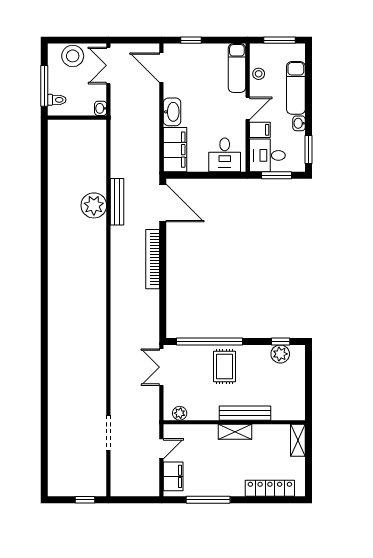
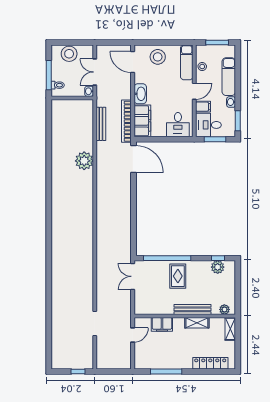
window: (191, 40) -> (154, 42), removed
stool: (196, 60) -> (158, 57), added
double door: (108, 65) -> (95, 72), moved
bench: (117, 202) -> (101, 124), moved
bookcase: (153, 259) -> (126, 121), moved
plant: (180, 413) -> (224, 309), moved
shelving: (235, 432) -> (197, 323), moved
filing cabinet: (173, 476) -> (162, 324), moved, turned 90

